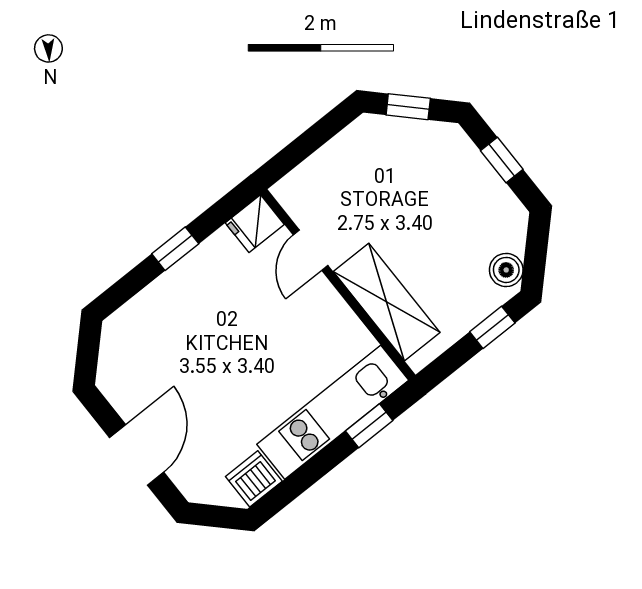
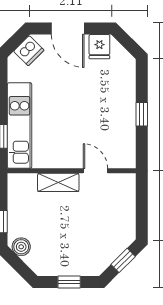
fridge: (255, 224) -> (99, 47), moved, turned 180
shelving: (387, 302) -> (58, 182), width x0.67, depth x0.75
dishwasher: (254, 479) -> (29, 51), moved, turned 45

